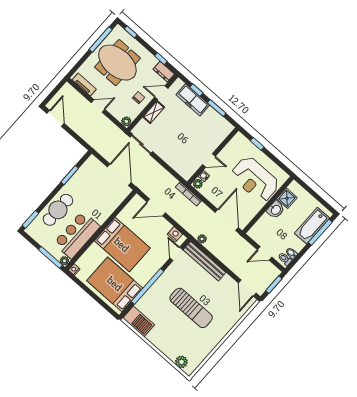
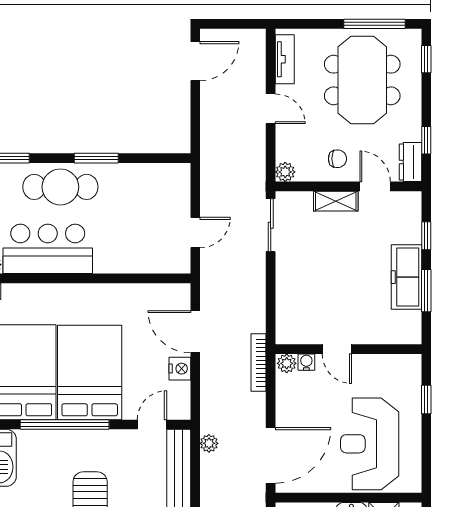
freezer: (193, 100) -> (406, 277), moved
window: (70, 175) -> (96, 158), moved
door: (119, 175) -> (195, 233), width x0.53
nightstand: (175, 234) -> (180, 369), moved
bed: (122, 245) -> (90, 372), moved, turned 180

